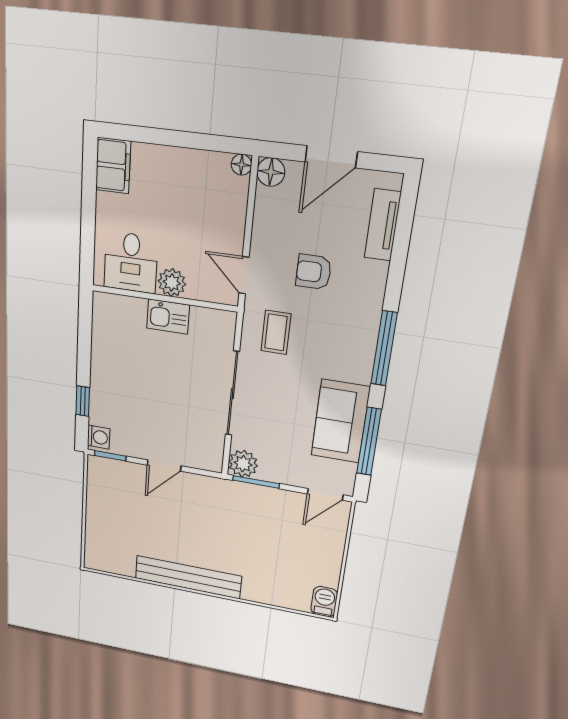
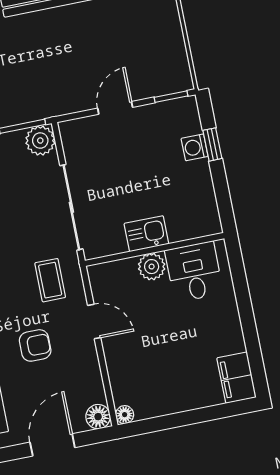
desk: (131, 262) -> (194, 272), moved
plant: (172, 283) -> (152, 267), moved
wall: (164, 298) -> (155, 250), moved
kitchen sink: (168, 317) -> (146, 234), moved
washing machine: (99, 437) -> (195, 147), moved

